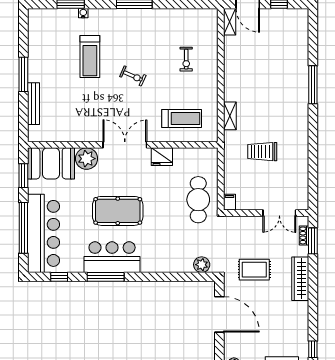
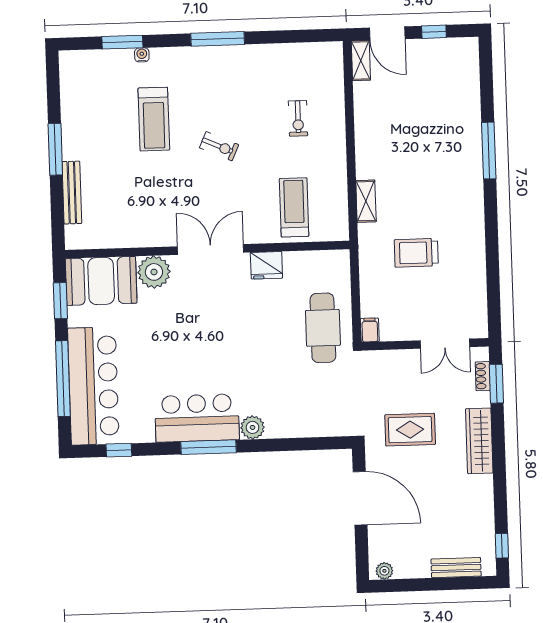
treadmill: (182, 119) -> (294, 207), turned -90
pool table: (118, 211) -> (203, 349), removed
plant: (202, 265) -> (253, 427), moved
window: (106, 277) -> (209, 447), moved

